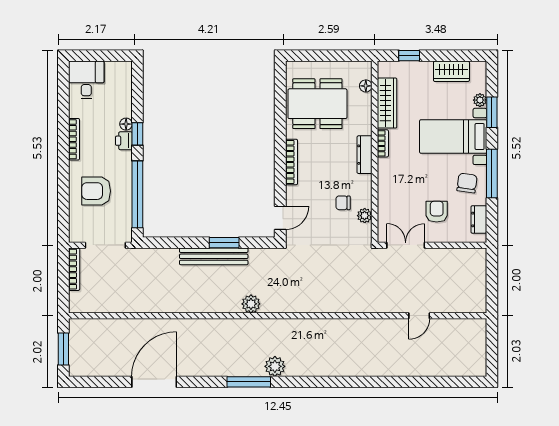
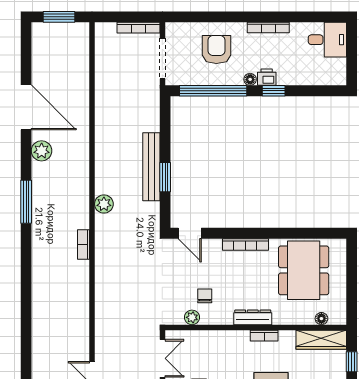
wardrobe: (387, 103) -> (321, 340), moved
floor lamp: (126, 124) -> (250, 79), moved
bookcase: (291, 324) -> (83, 244), added
plant: (275, 366) -> (42, 151), moved

